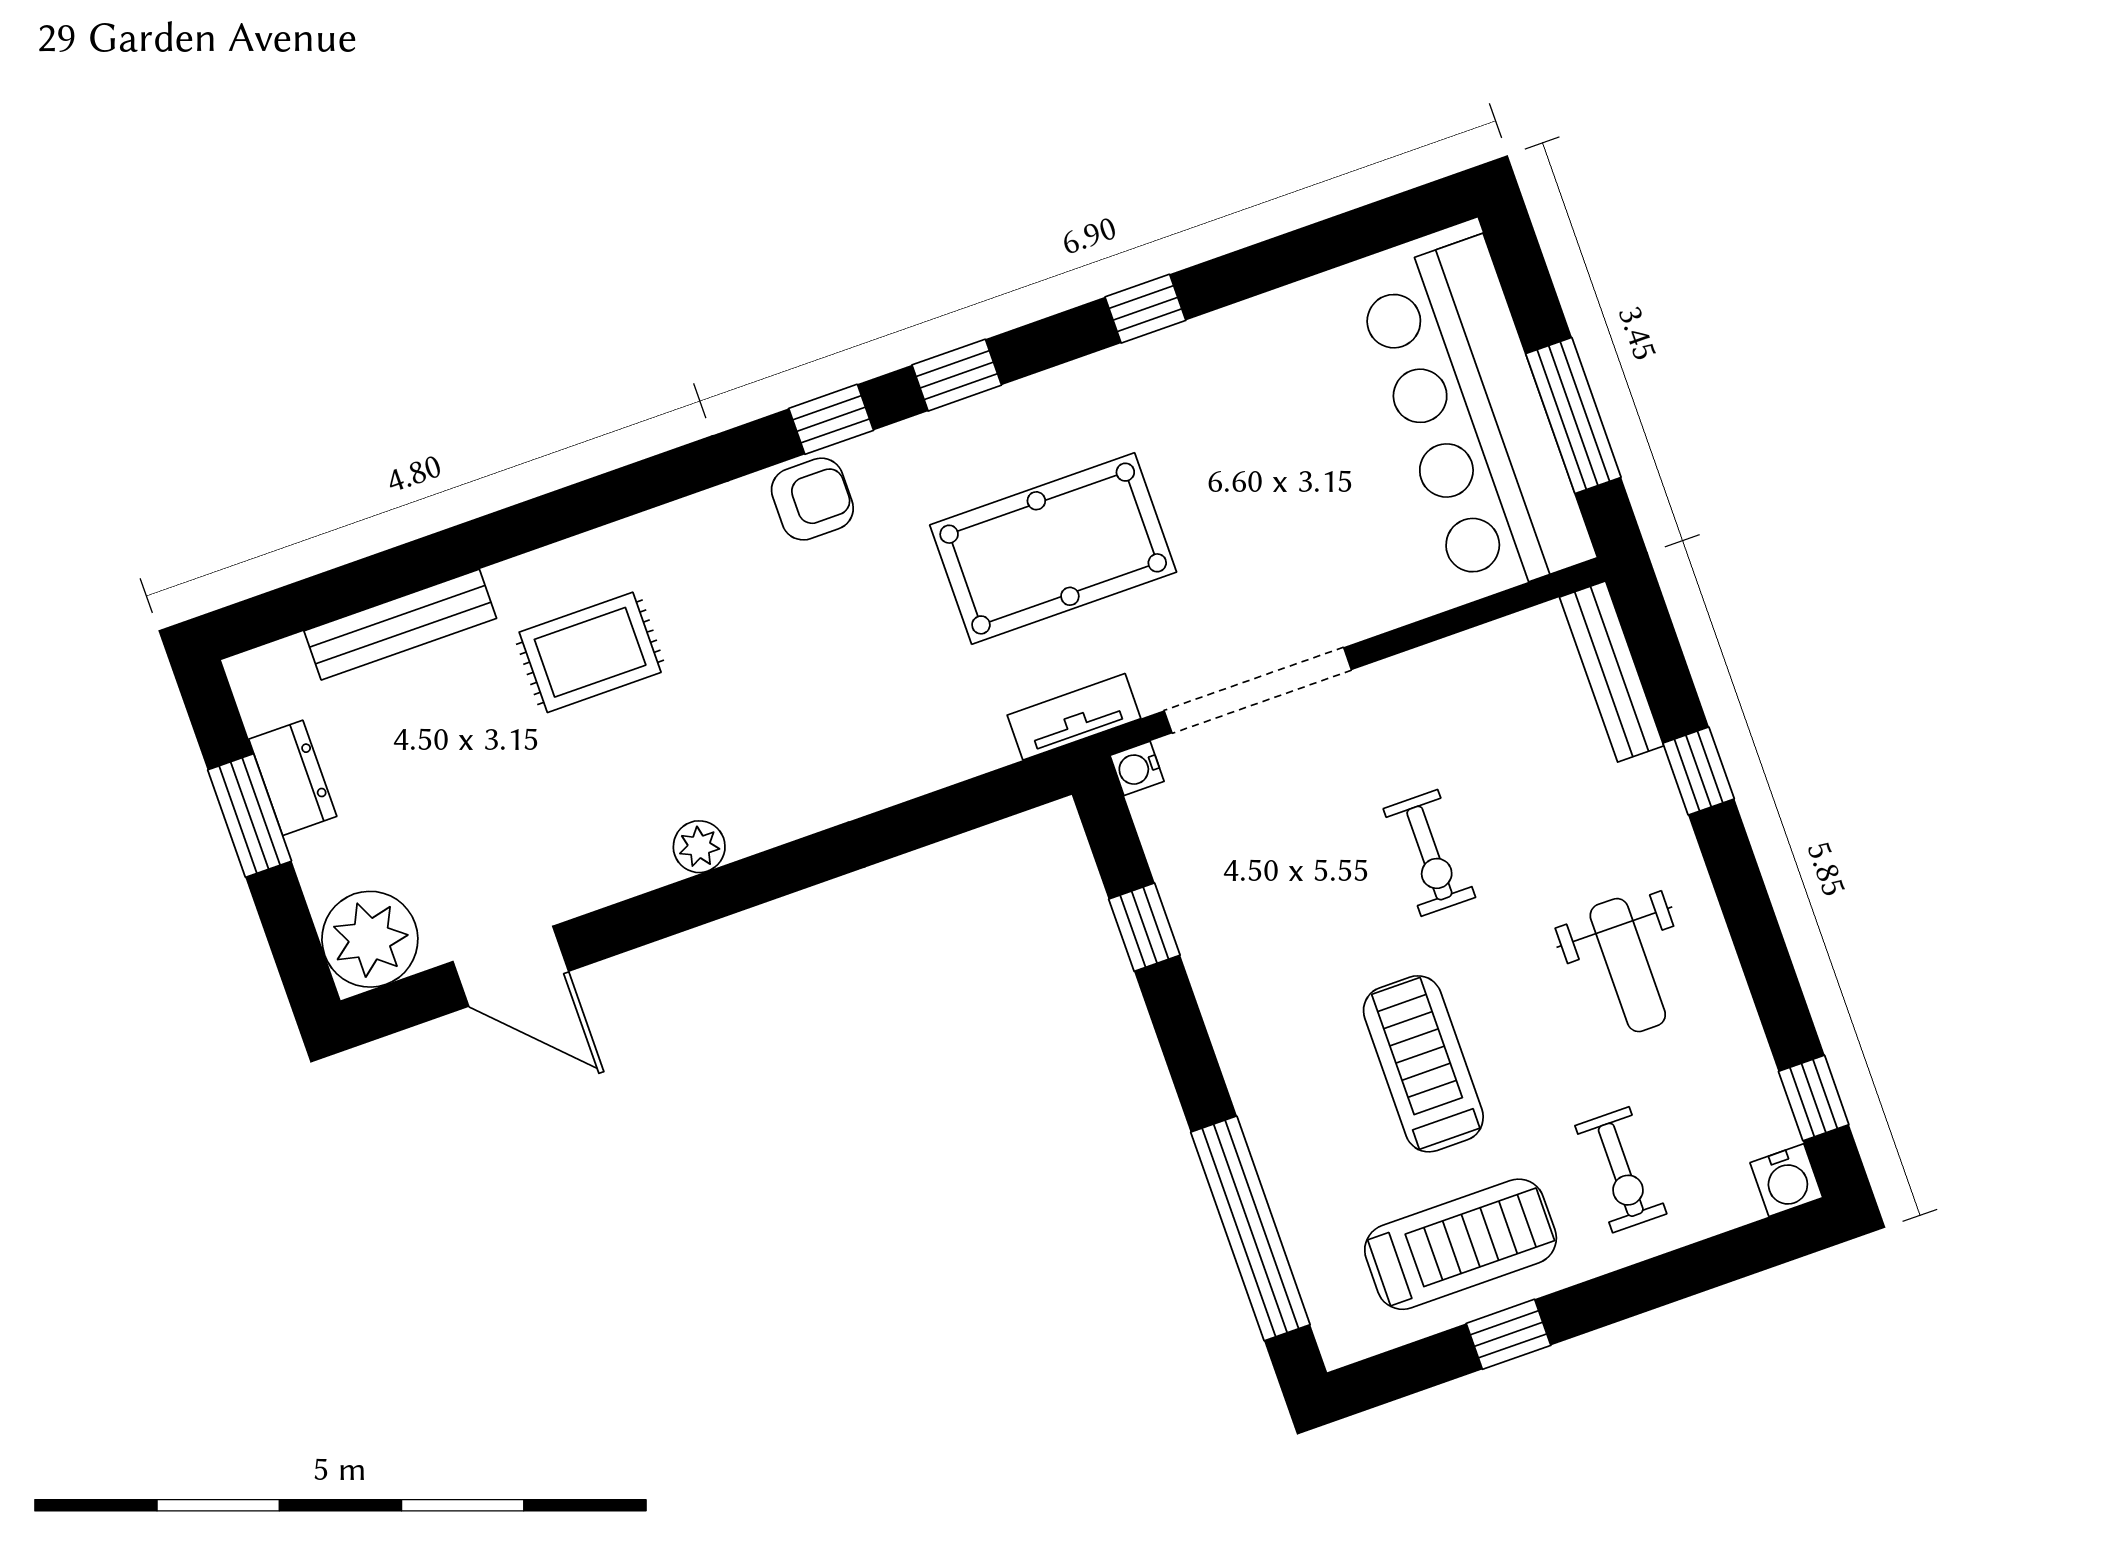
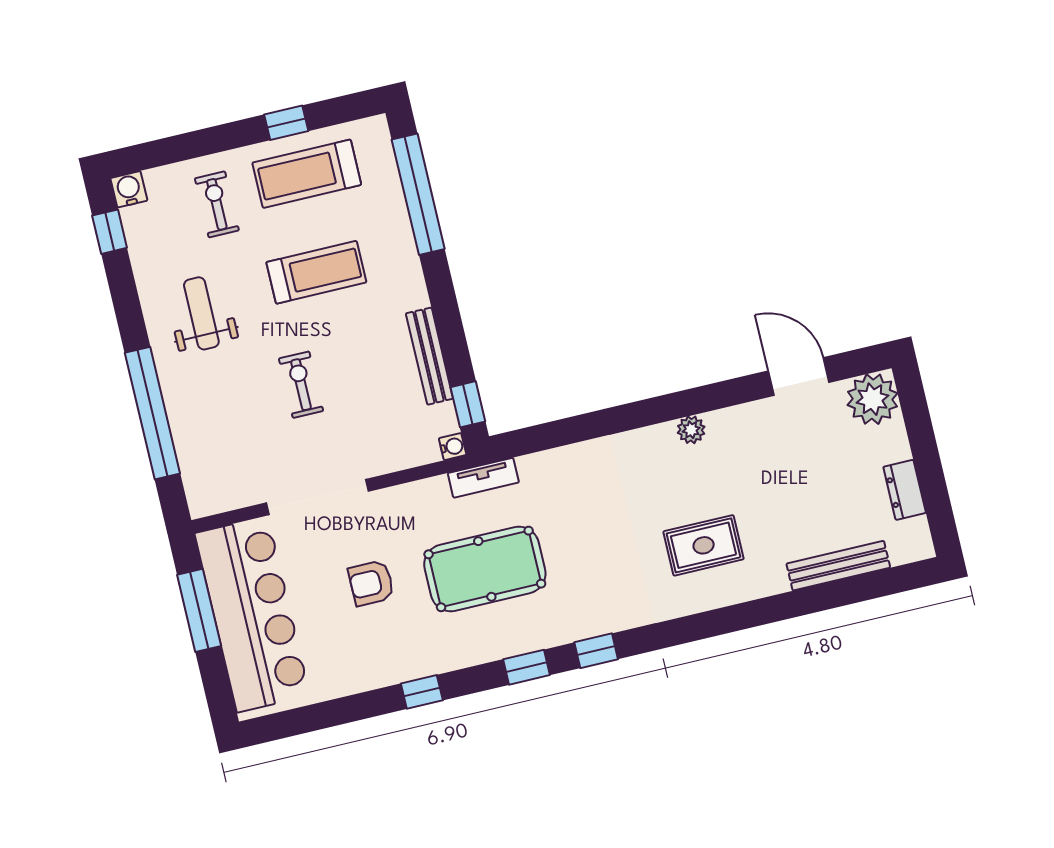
armchair: (812, 499) -> (371, 583), moved
rug: (590, 652) -> (704, 545), moved
bench: (1612, 671) -> (429, 356), moved
doorway: (1258, 690) -> (317, 497), moved
window: (1699, 771) -> (152, 413), width x3.17
window: (250, 815) -> (930, 472), removed
window: (1144, 927) -> (468, 404), moved
treadmill: (1423, 1064) -> (316, 272), turned -90

